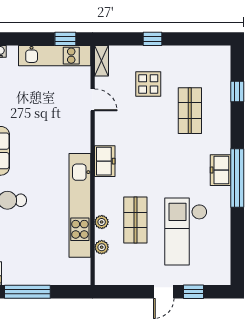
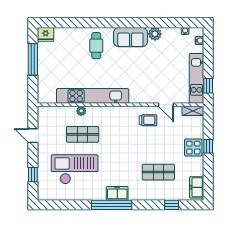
display table: (148, 84) -> (193, 148), moved
door: (93, 100) -> (166, 105), hinge flipped
trolley: (115, 125) -> (148, 120), added
freezer: (105, 161) -> (197, 187), moved, turned 90
plant: (102, 247) -> (64, 111), removed
door: (164, 292) -> (33, 136), moved

